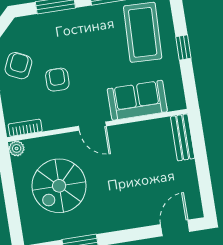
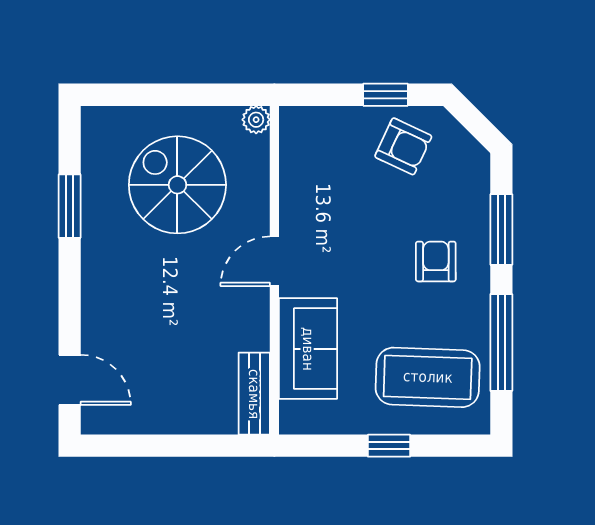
armchair: (57, 80) -> (436, 261), moved, turned -90
bookcase: (25, 128) -> (291, 141), removed
bench: (183, 137) -> (254, 394), moved, turned 90

